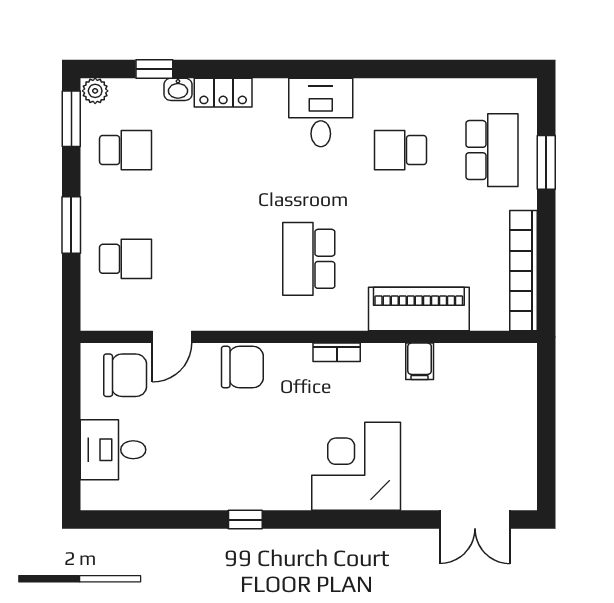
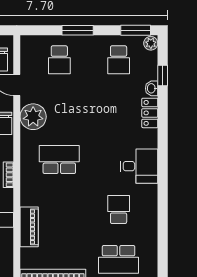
plant: (230, 307) -> (33, 117), added
piano: (419, 309) -> (29, 227), width x0.73, depth x0.75

